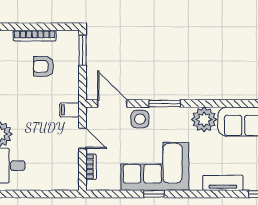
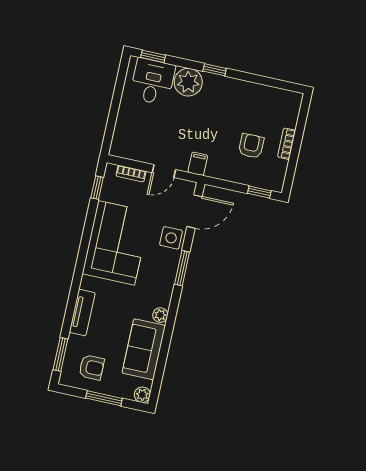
bookcase: (35, 36) -> (287, 144), width x0.64
window: (83, 50) -> (259, 192), width x0.67
plant: (204, 120) -> (160, 315), width x0.53, depth x0.53
window: (154, 194) -> (97, 188), moved

